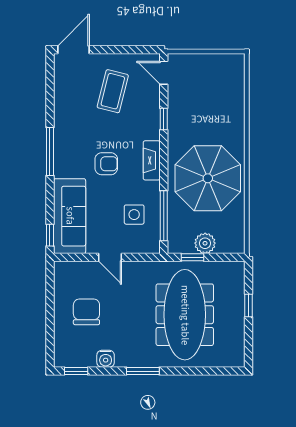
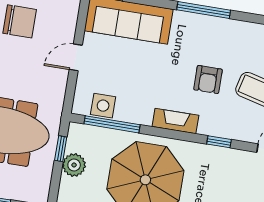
armchair: (106, 164) -> (208, 79), moved
side table: (134, 215) -> (103, 106), moved

